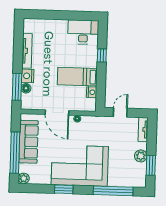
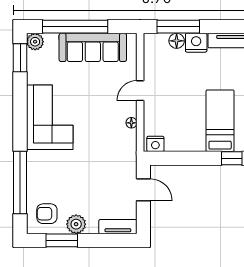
bed: (77, 77) -> (220, 121), moved
nightstand: (92, 92) -> (155, 144), moved
door: (57, 113) -> (140, 91), width x0.53
corner sofa: (80, 166) -> (50, 117), width x0.73, depth x0.74
armchair: (133, 174) -> (47, 214), added
window: (64, 189) -> (20, 58), moved

